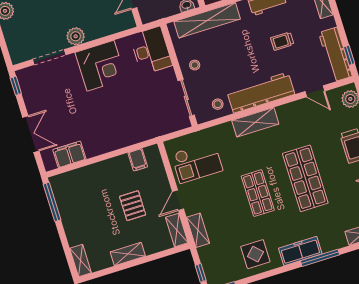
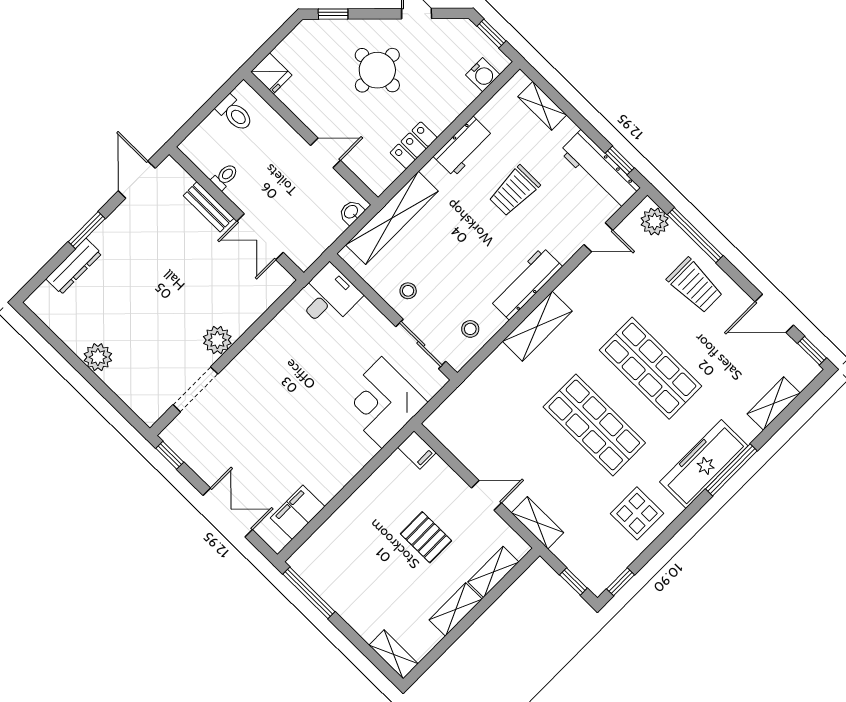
trolley: (282, 41) -> (514, 191), width x1.36, depth x1.39
desk: (151, 50) -> (329, 297), width x0.73
corner desk: (101, 66) -> (382, 403), moved, turned 180
workbench: (261, 93) -> (526, 283), width x0.73, depth x0.76
filing cabinet: (138, 160) -> (417, 450), moved
checkout: (197, 162) -> (485, 427), removed
shop shelf: (258, 193) -> (594, 425), width x1.43, depth x1.36
door: (178, 200) -> (486, 495), swing flipped
shelving: (177, 230) -> (493, 572), moved, turned 90
freezer: (300, 251) -> (704, 464), width x1.36, depth x1.26

